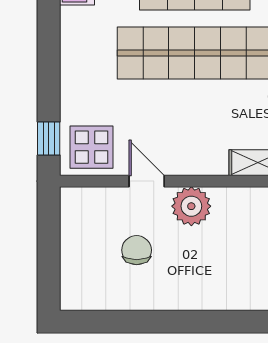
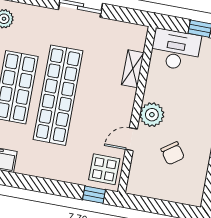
chair: (137, 250) -> (173, 153), turned -125

